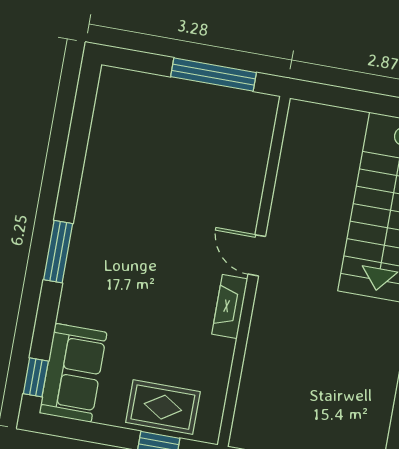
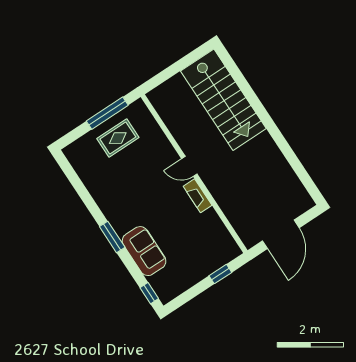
sofa: (73, 373) -> (144, 251), moved
rug: (163, 407) -> (118, 138), moved

